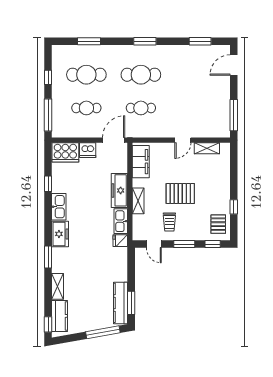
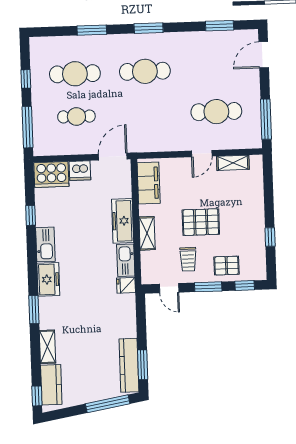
window: (89, 41) -> (92, 30), moved
cafe table: (141, 108) -> (216, 112), moved, width x1.37, depth x1.35
pallet: (218, 224) -> (226, 266), moved, turned 90

